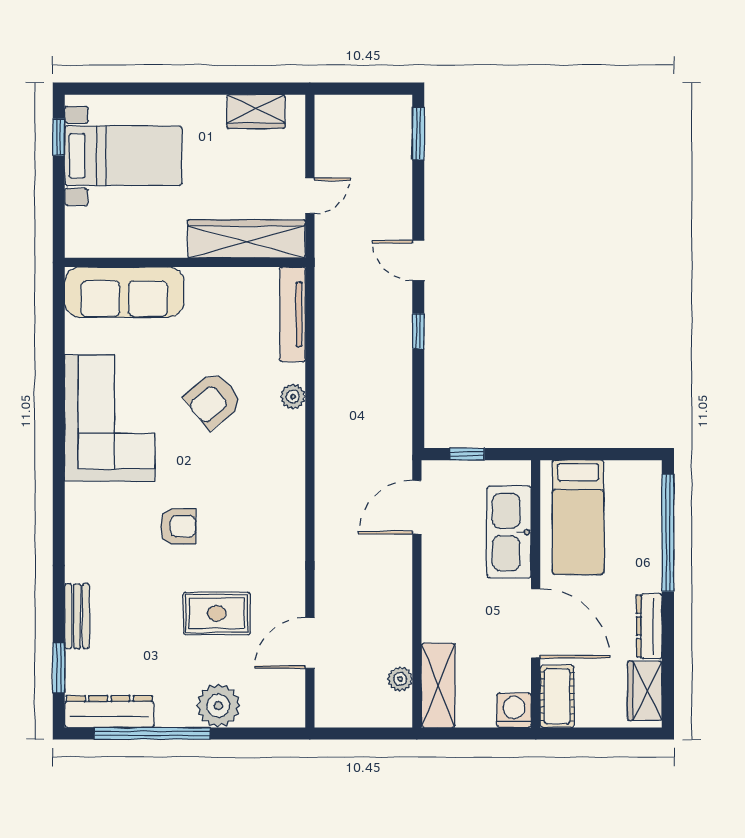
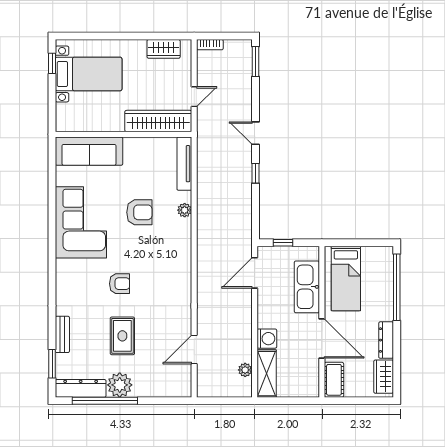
bookcase: (338, 104) -> (210, 45), added
armchair: (213, 400) -> (139, 212), turned -140
rug: (217, 613) -> (122, 336), moved, turned 90
plant: (218, 706) -> (120, 385), moved
washing machine: (514, 710) -> (267, 339), moved, turned 90

